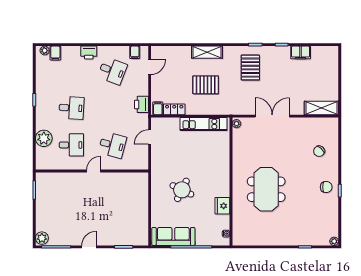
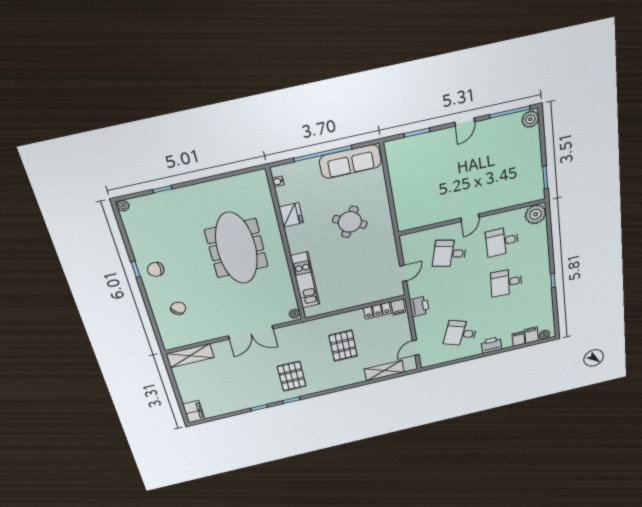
filing cabinet: (135, 52) -> (519, 339), moved
shelving: (207, 52) -> (384, 371), moved
filing cabinet: (301, 52) -> (194, 412), moved, turned 90
pallet: (206, 85) -> (343, 346), turned 90
kitchen unit: (204, 124) -> (305, 280), moved, turned 90
plant: (44, 138) -> (536, 214), moved
meeting table: (266, 189) -> (236, 248), width x1.36

